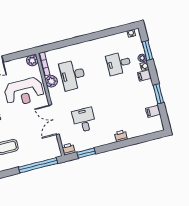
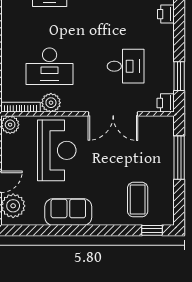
desk: (84, 120) -> (126, 66), turned 180
window: (38, 165) -> (179, 158), width x0.68

